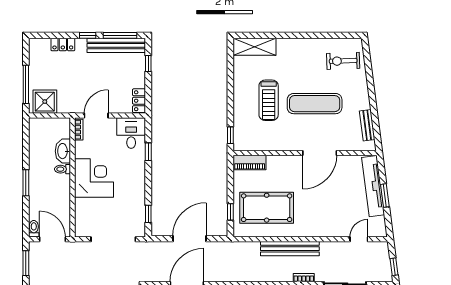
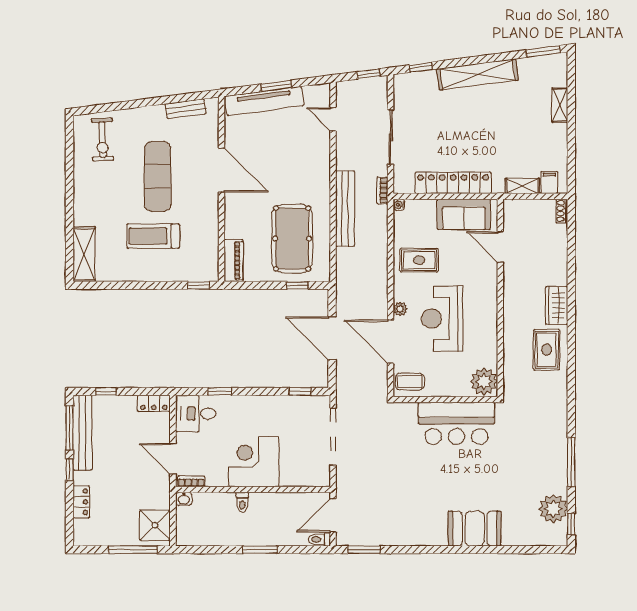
treadmill: (269, 100) -> (153, 236), turned 180
washbasin: (63, 151) -> (184, 499), moved, width x0.52, depth x0.69

